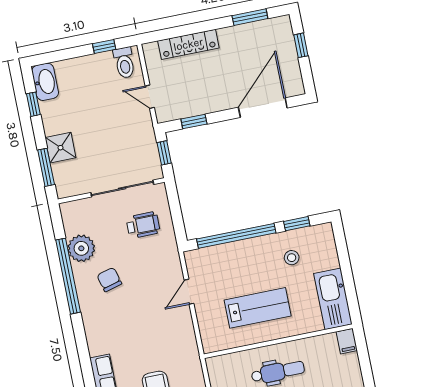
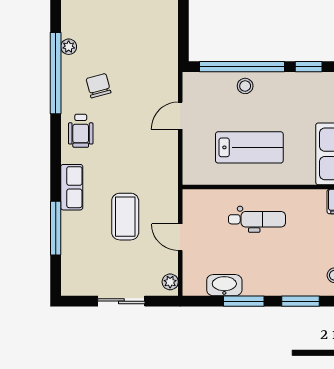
wheelchair: (143, 225) -> (81, 131), moved, turned 90
plant: (81, 248) -> (69, 47), width x0.53, depth x0.53
stool: (292, 258) -> (245, 86), moved

